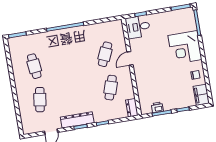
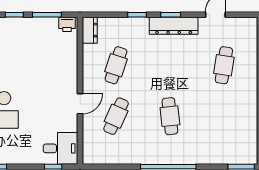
cafe table: (34, 66) -> (170, 116), moved
printer: (157, 107) -> (67, 24), moved

